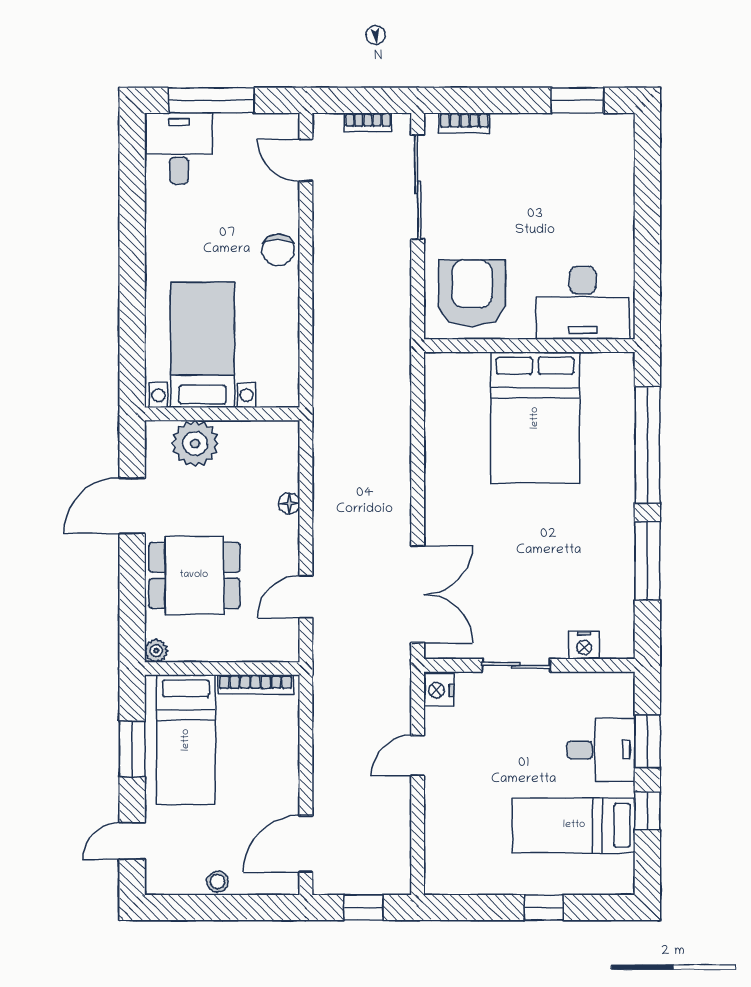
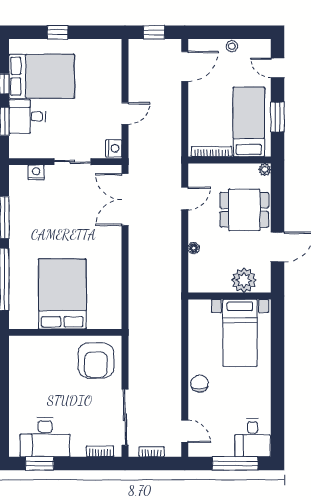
desk: (583, 303) -> (45, 437), moved, turned 180
bed: (574, 825) -> (42, 76), width x1.50
door: (132, 841) -> (278, 68), swing flipped

